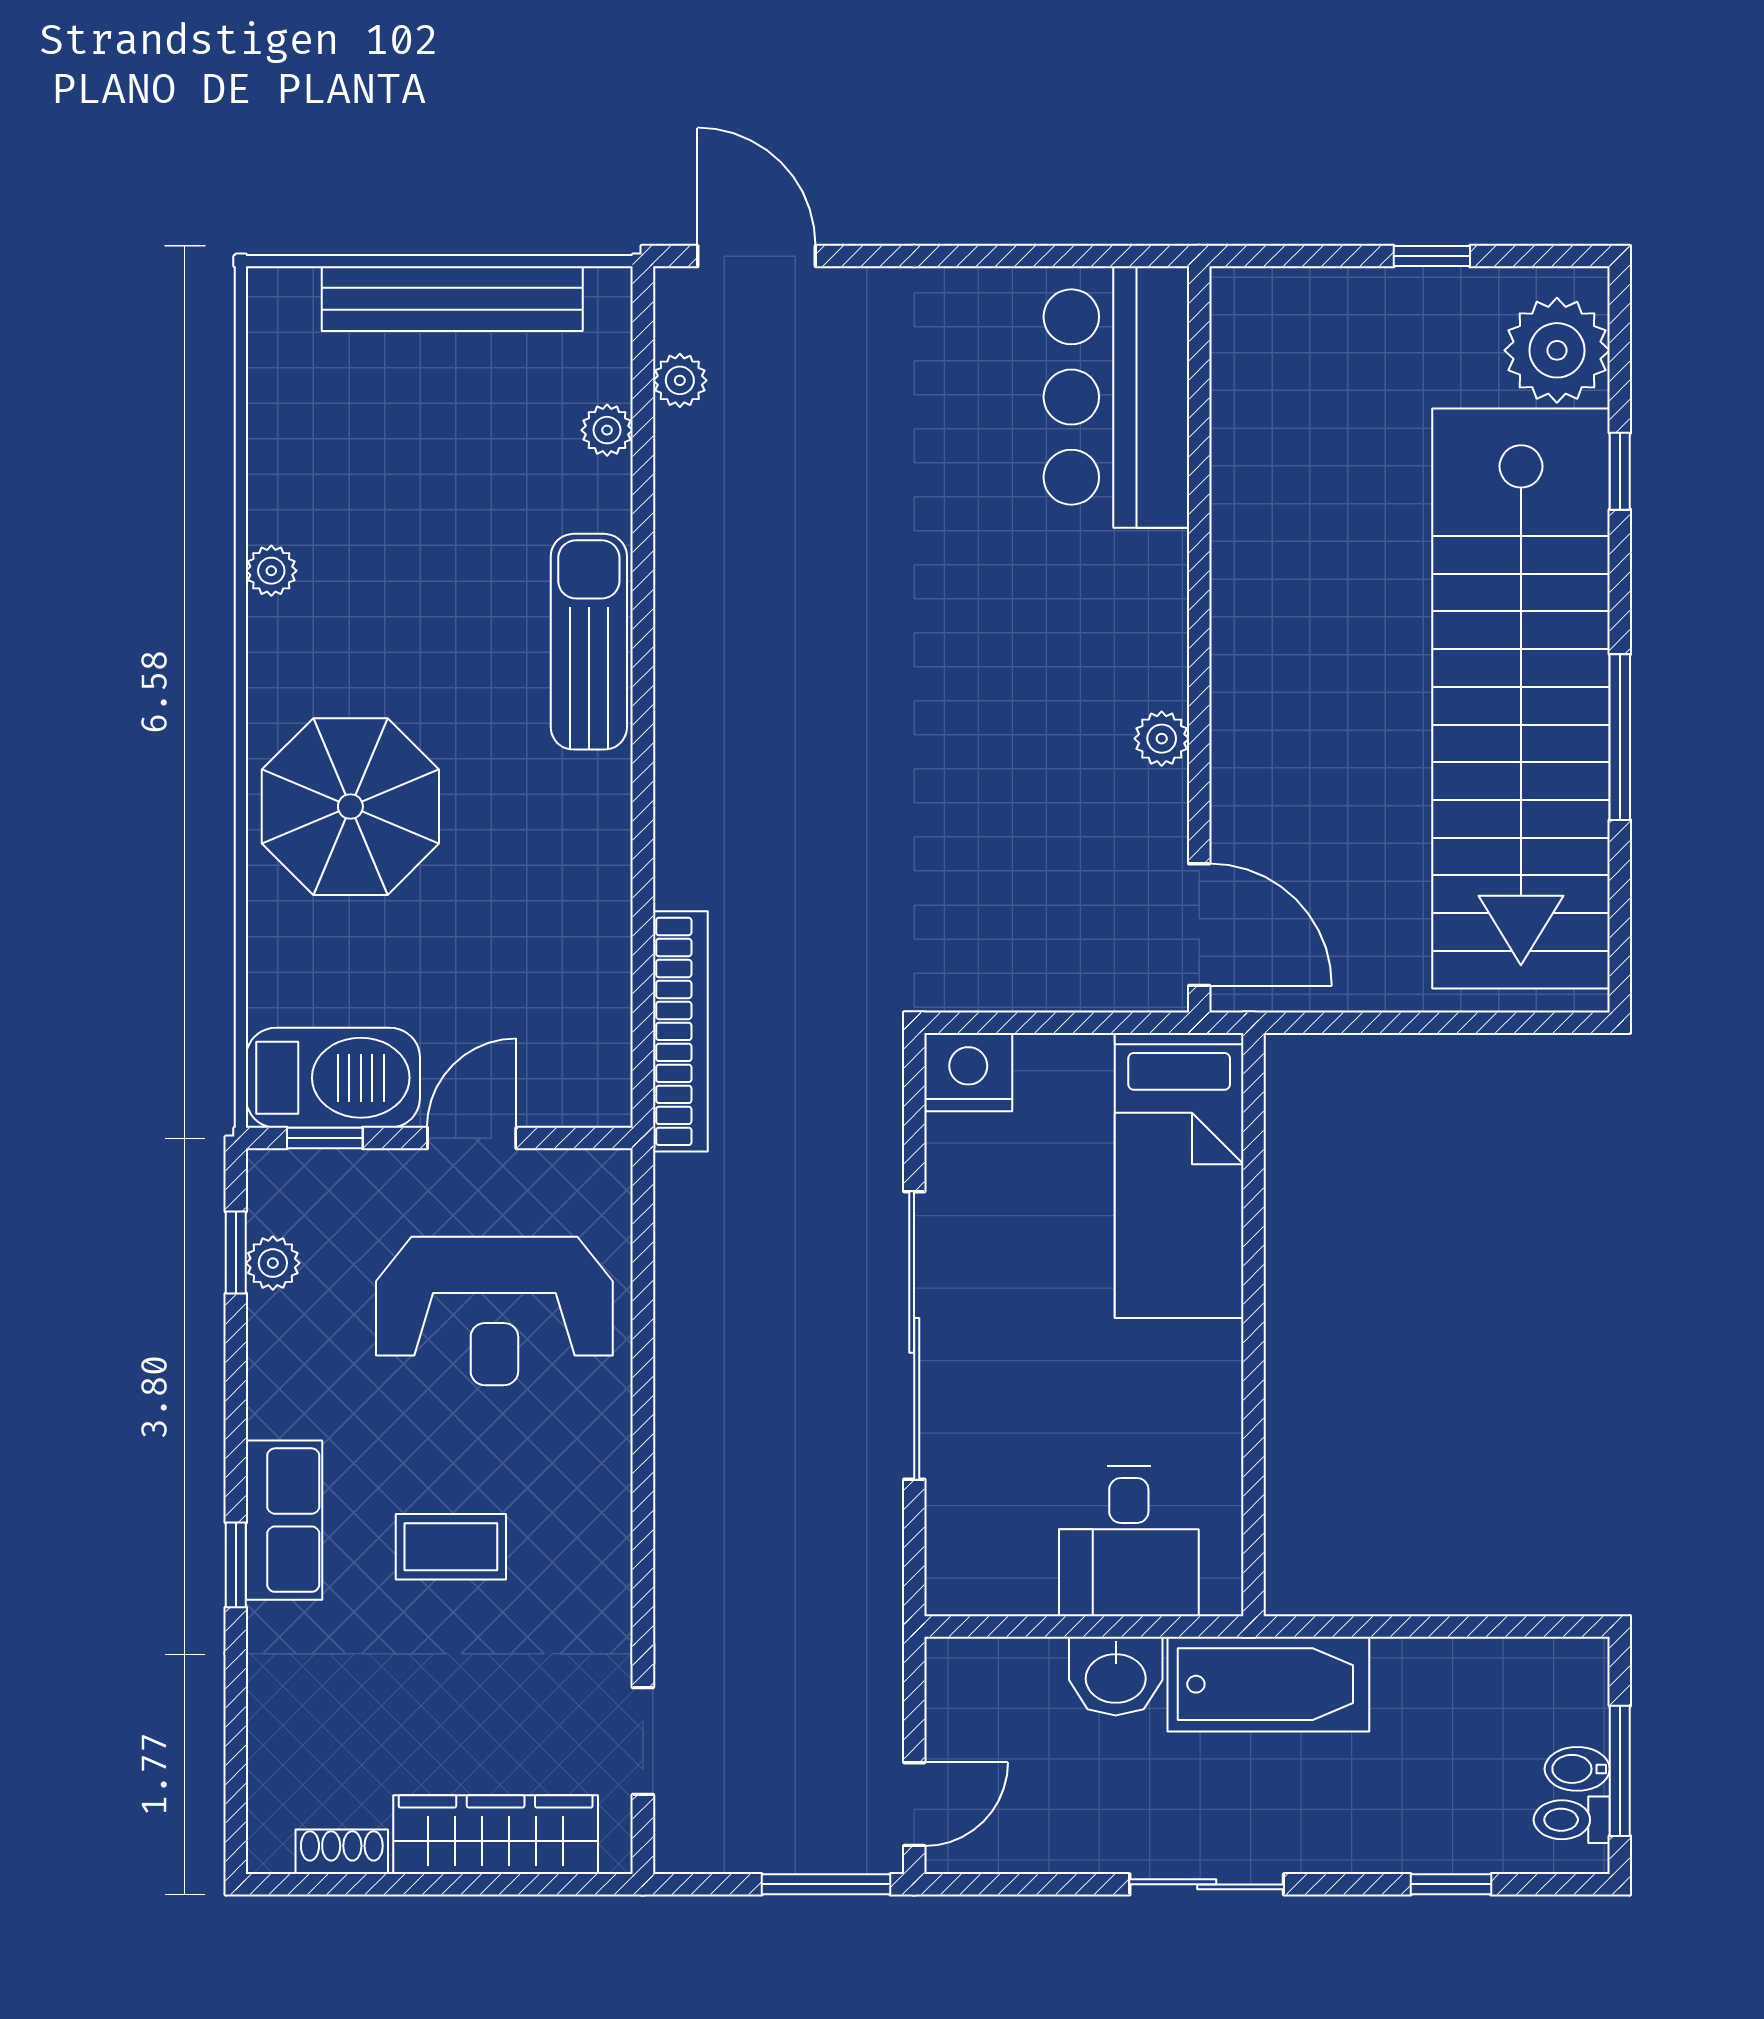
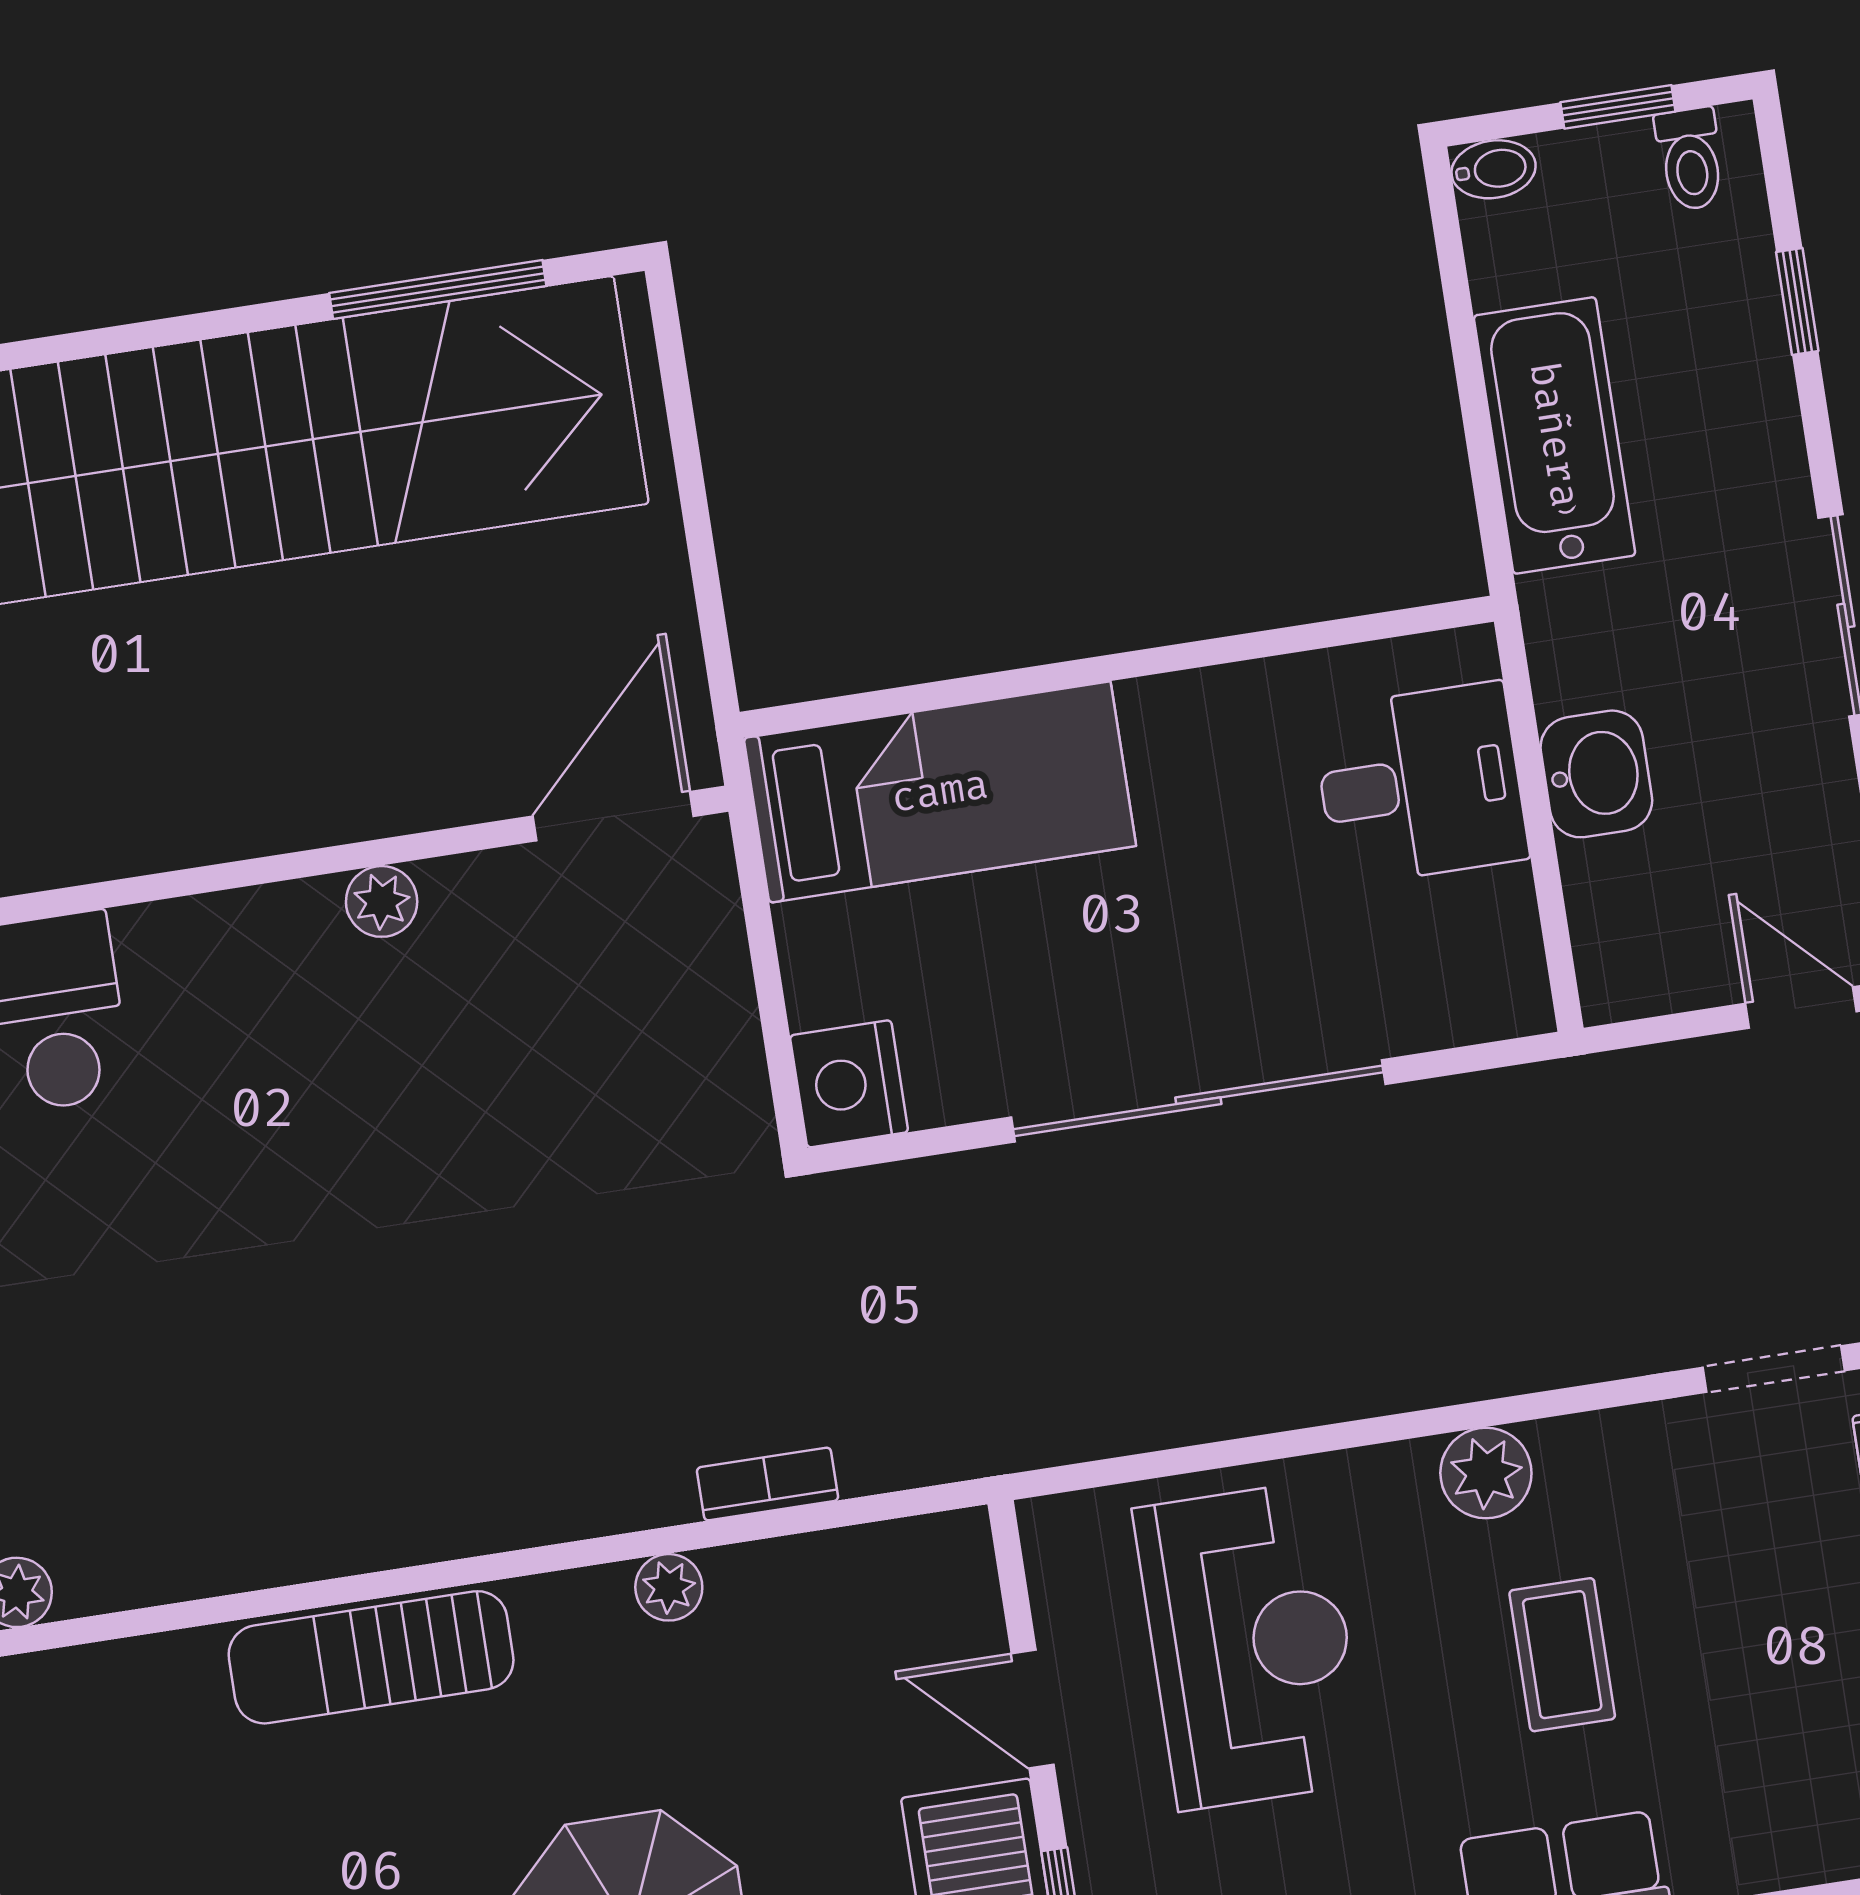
plant: (607, 430) -> (669, 1587), moved
window: (1620, 737) -> (438, 290), moved
bookcase: (680, 1031) -> (768, 1484), width x0.43, depth x0.76
plant: (598, 1510) -> (1486, 1473), added
bathtub: (1268, 1684) -> (1554, 435), moved
bidet: (1577, 1769) -> (1494, 169), moved, turned -90
window: (1620, 1771) -> (1618, 107), width x0.67

